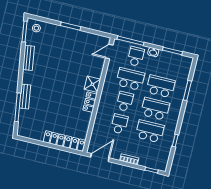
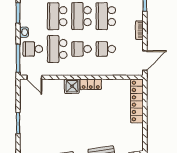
door: (100, 157) -> (145, 61), swing flipped

